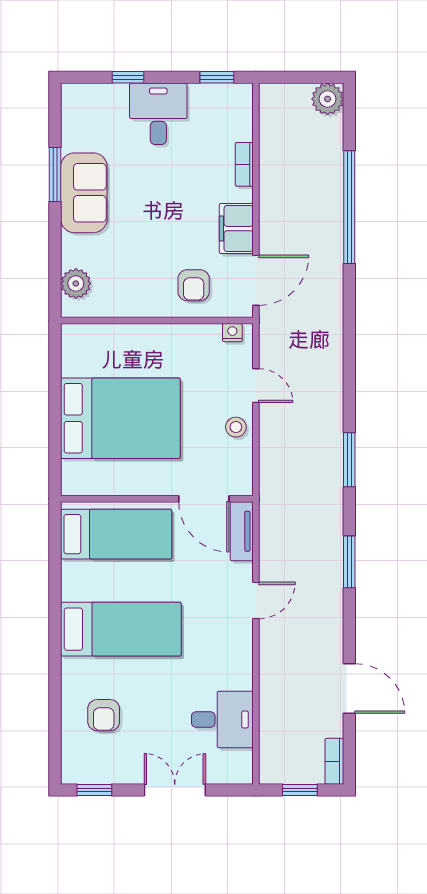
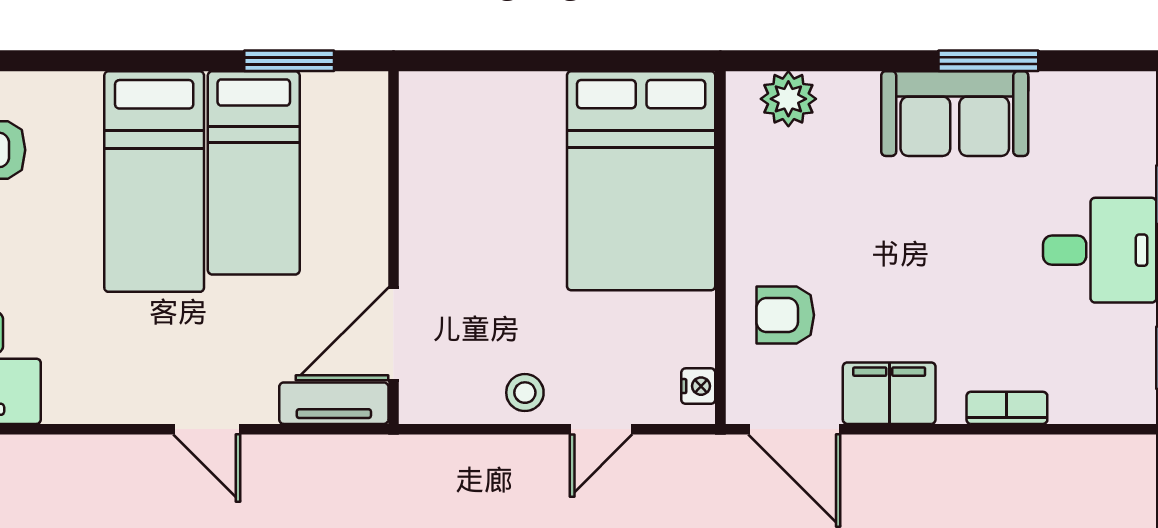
bed: (120, 418) -> (641, 181), moved
bed: (116, 534) -> (254, 173), moved
window: (55, 556) -> (289, 61), added

